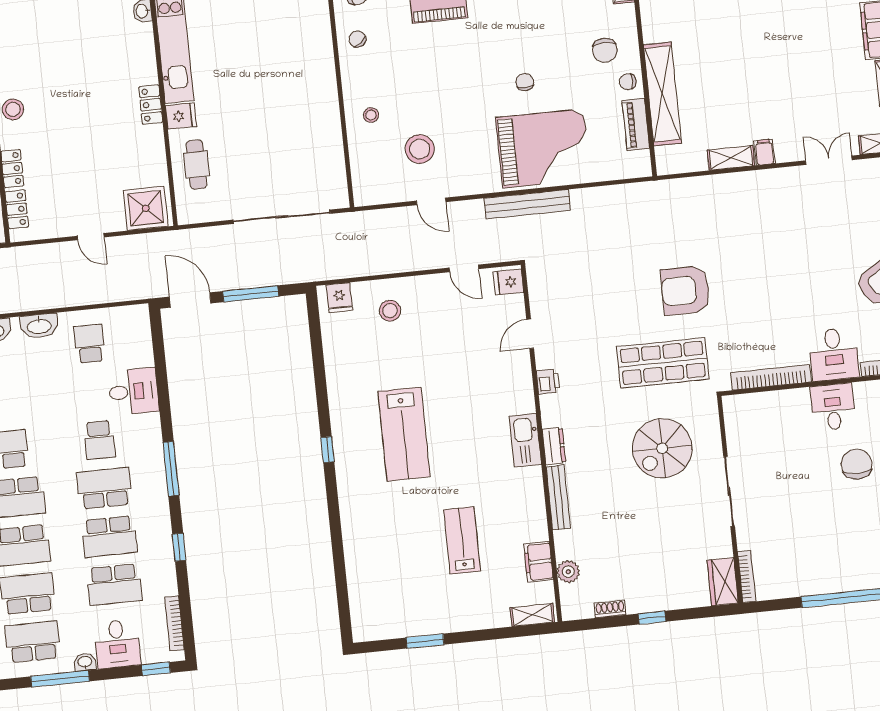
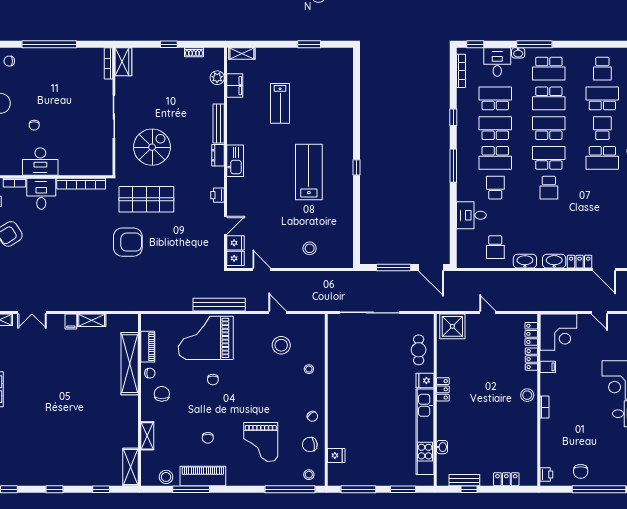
fridge: (339, 298) -> (235, 243), moved, turned 90
desk: (833, 407) -> (40, 162), width x1.37
chair: (857, 464) -> (34, 125), width x0.54, depth x0.54

